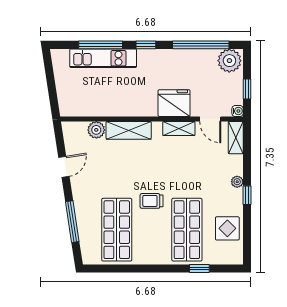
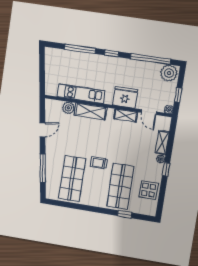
kitchen unit: (103, 58) -> (81, 94), moved, turned 180
shelving: (236, 138) -> (162, 142), moved

